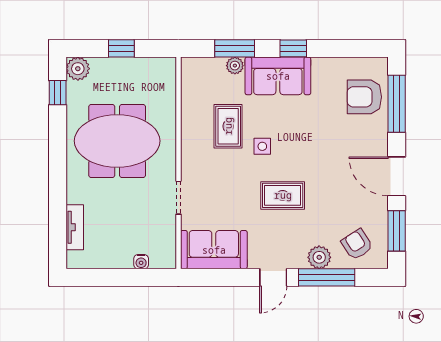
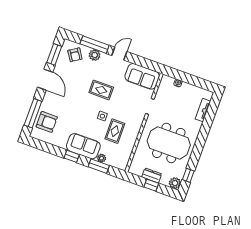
dresser: (127, 67) -> (152, 175), added

